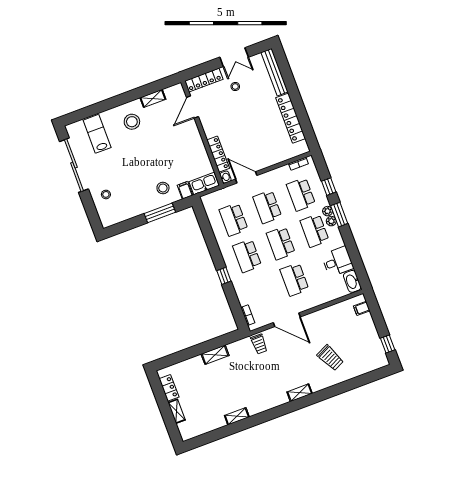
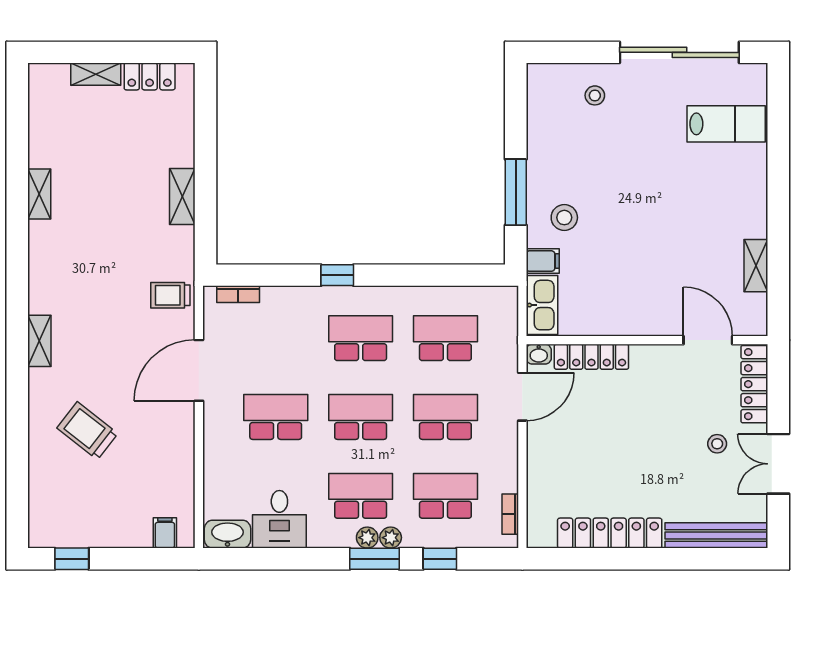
stool: (132, 122) -> (724, 205), removed
trolley: (330, 358) -> (87, 431), turned 64

